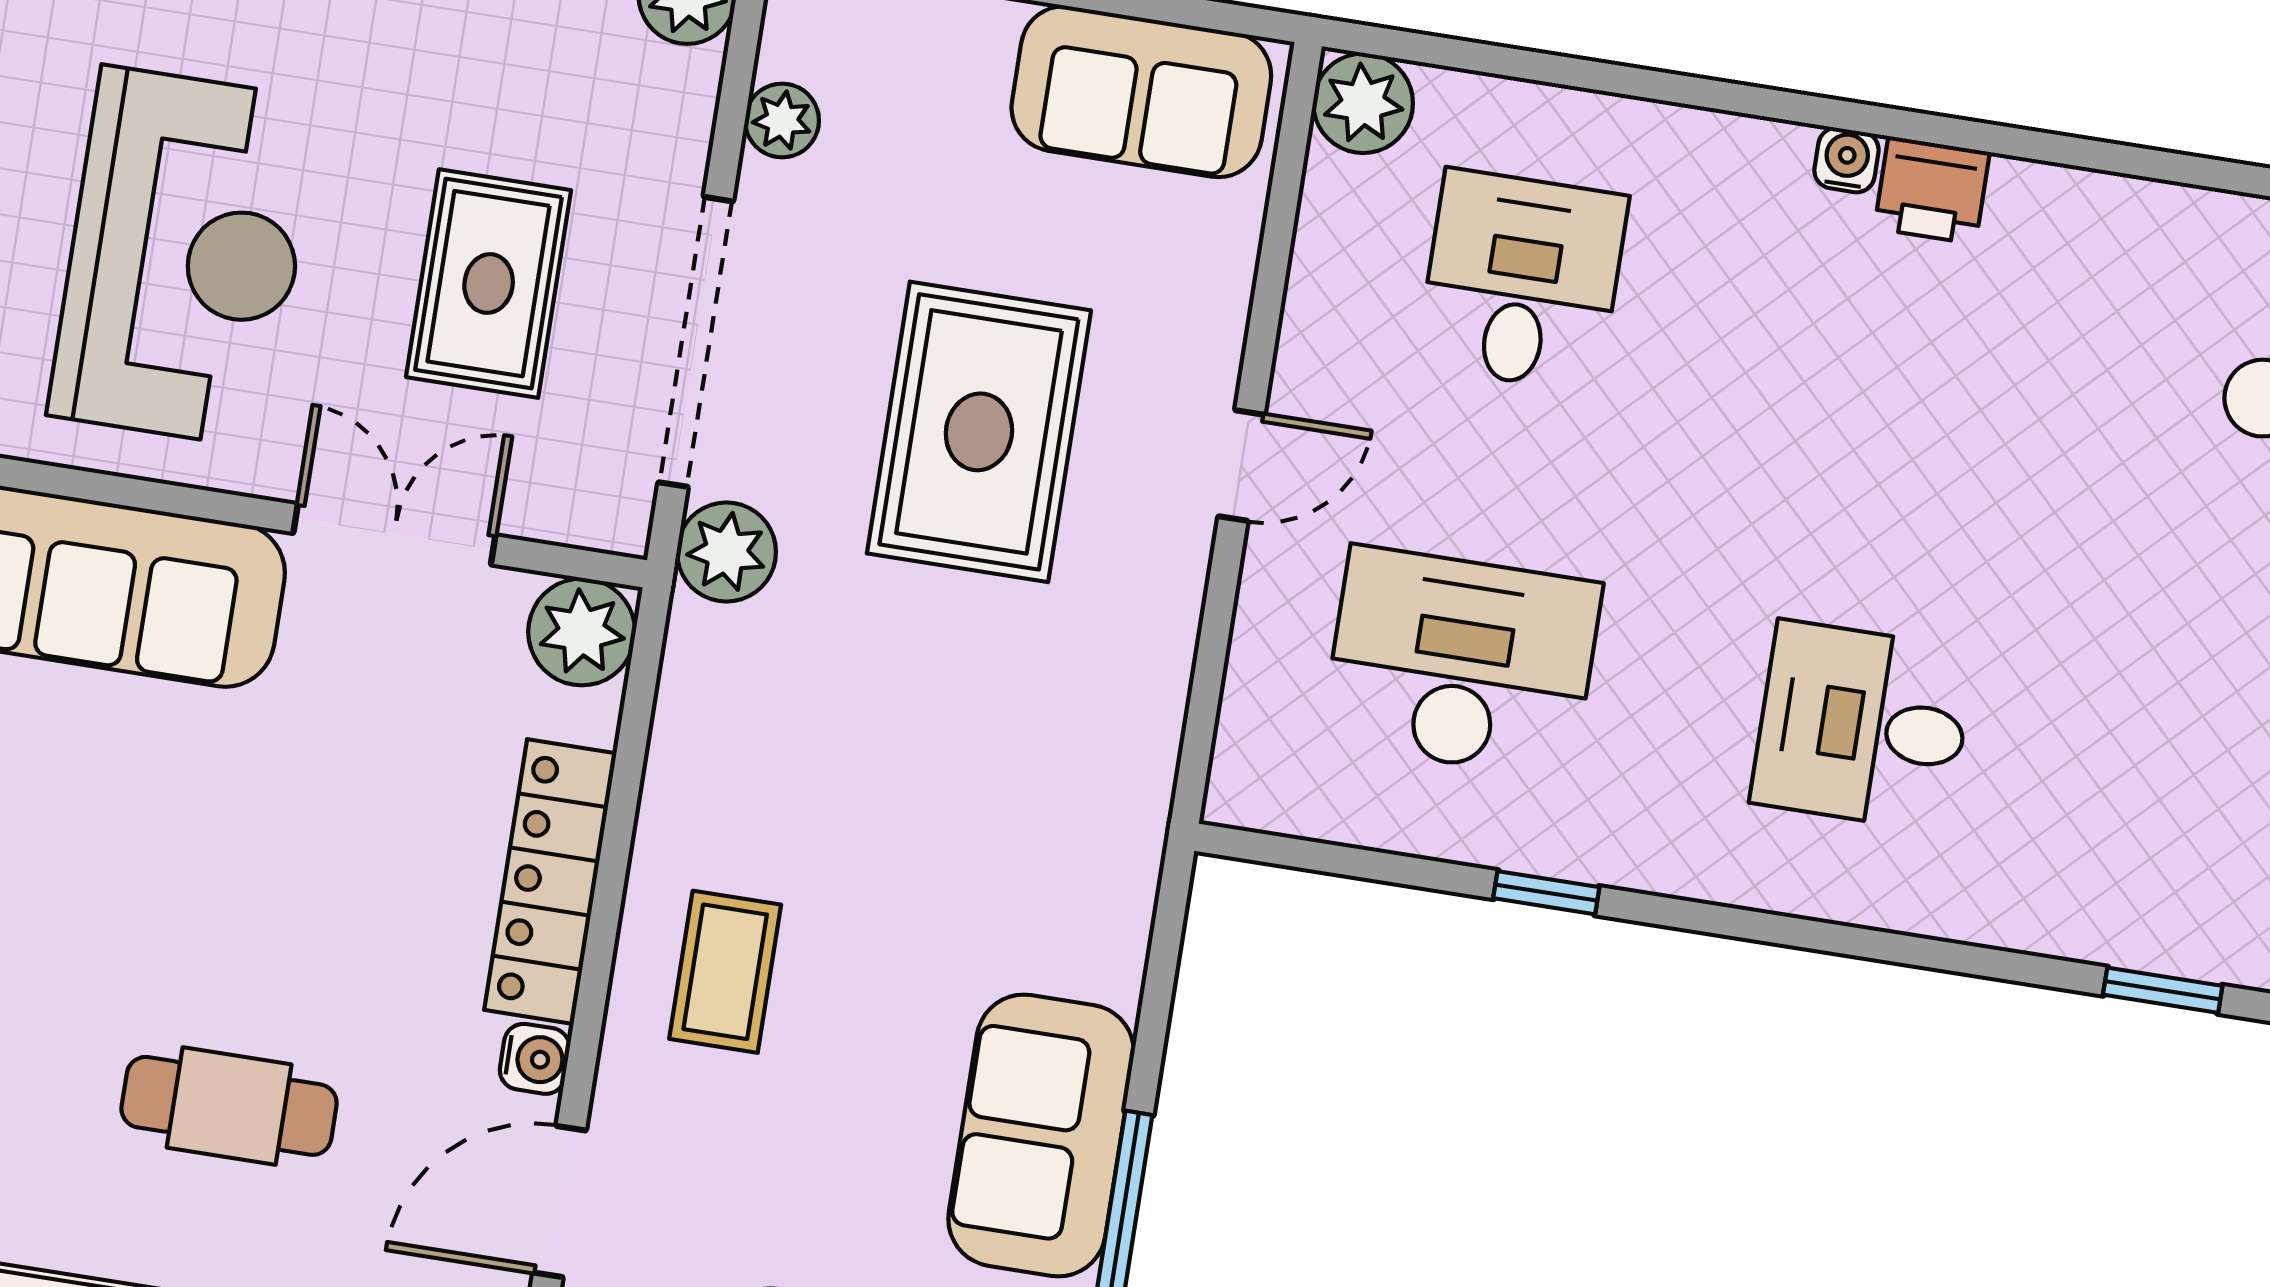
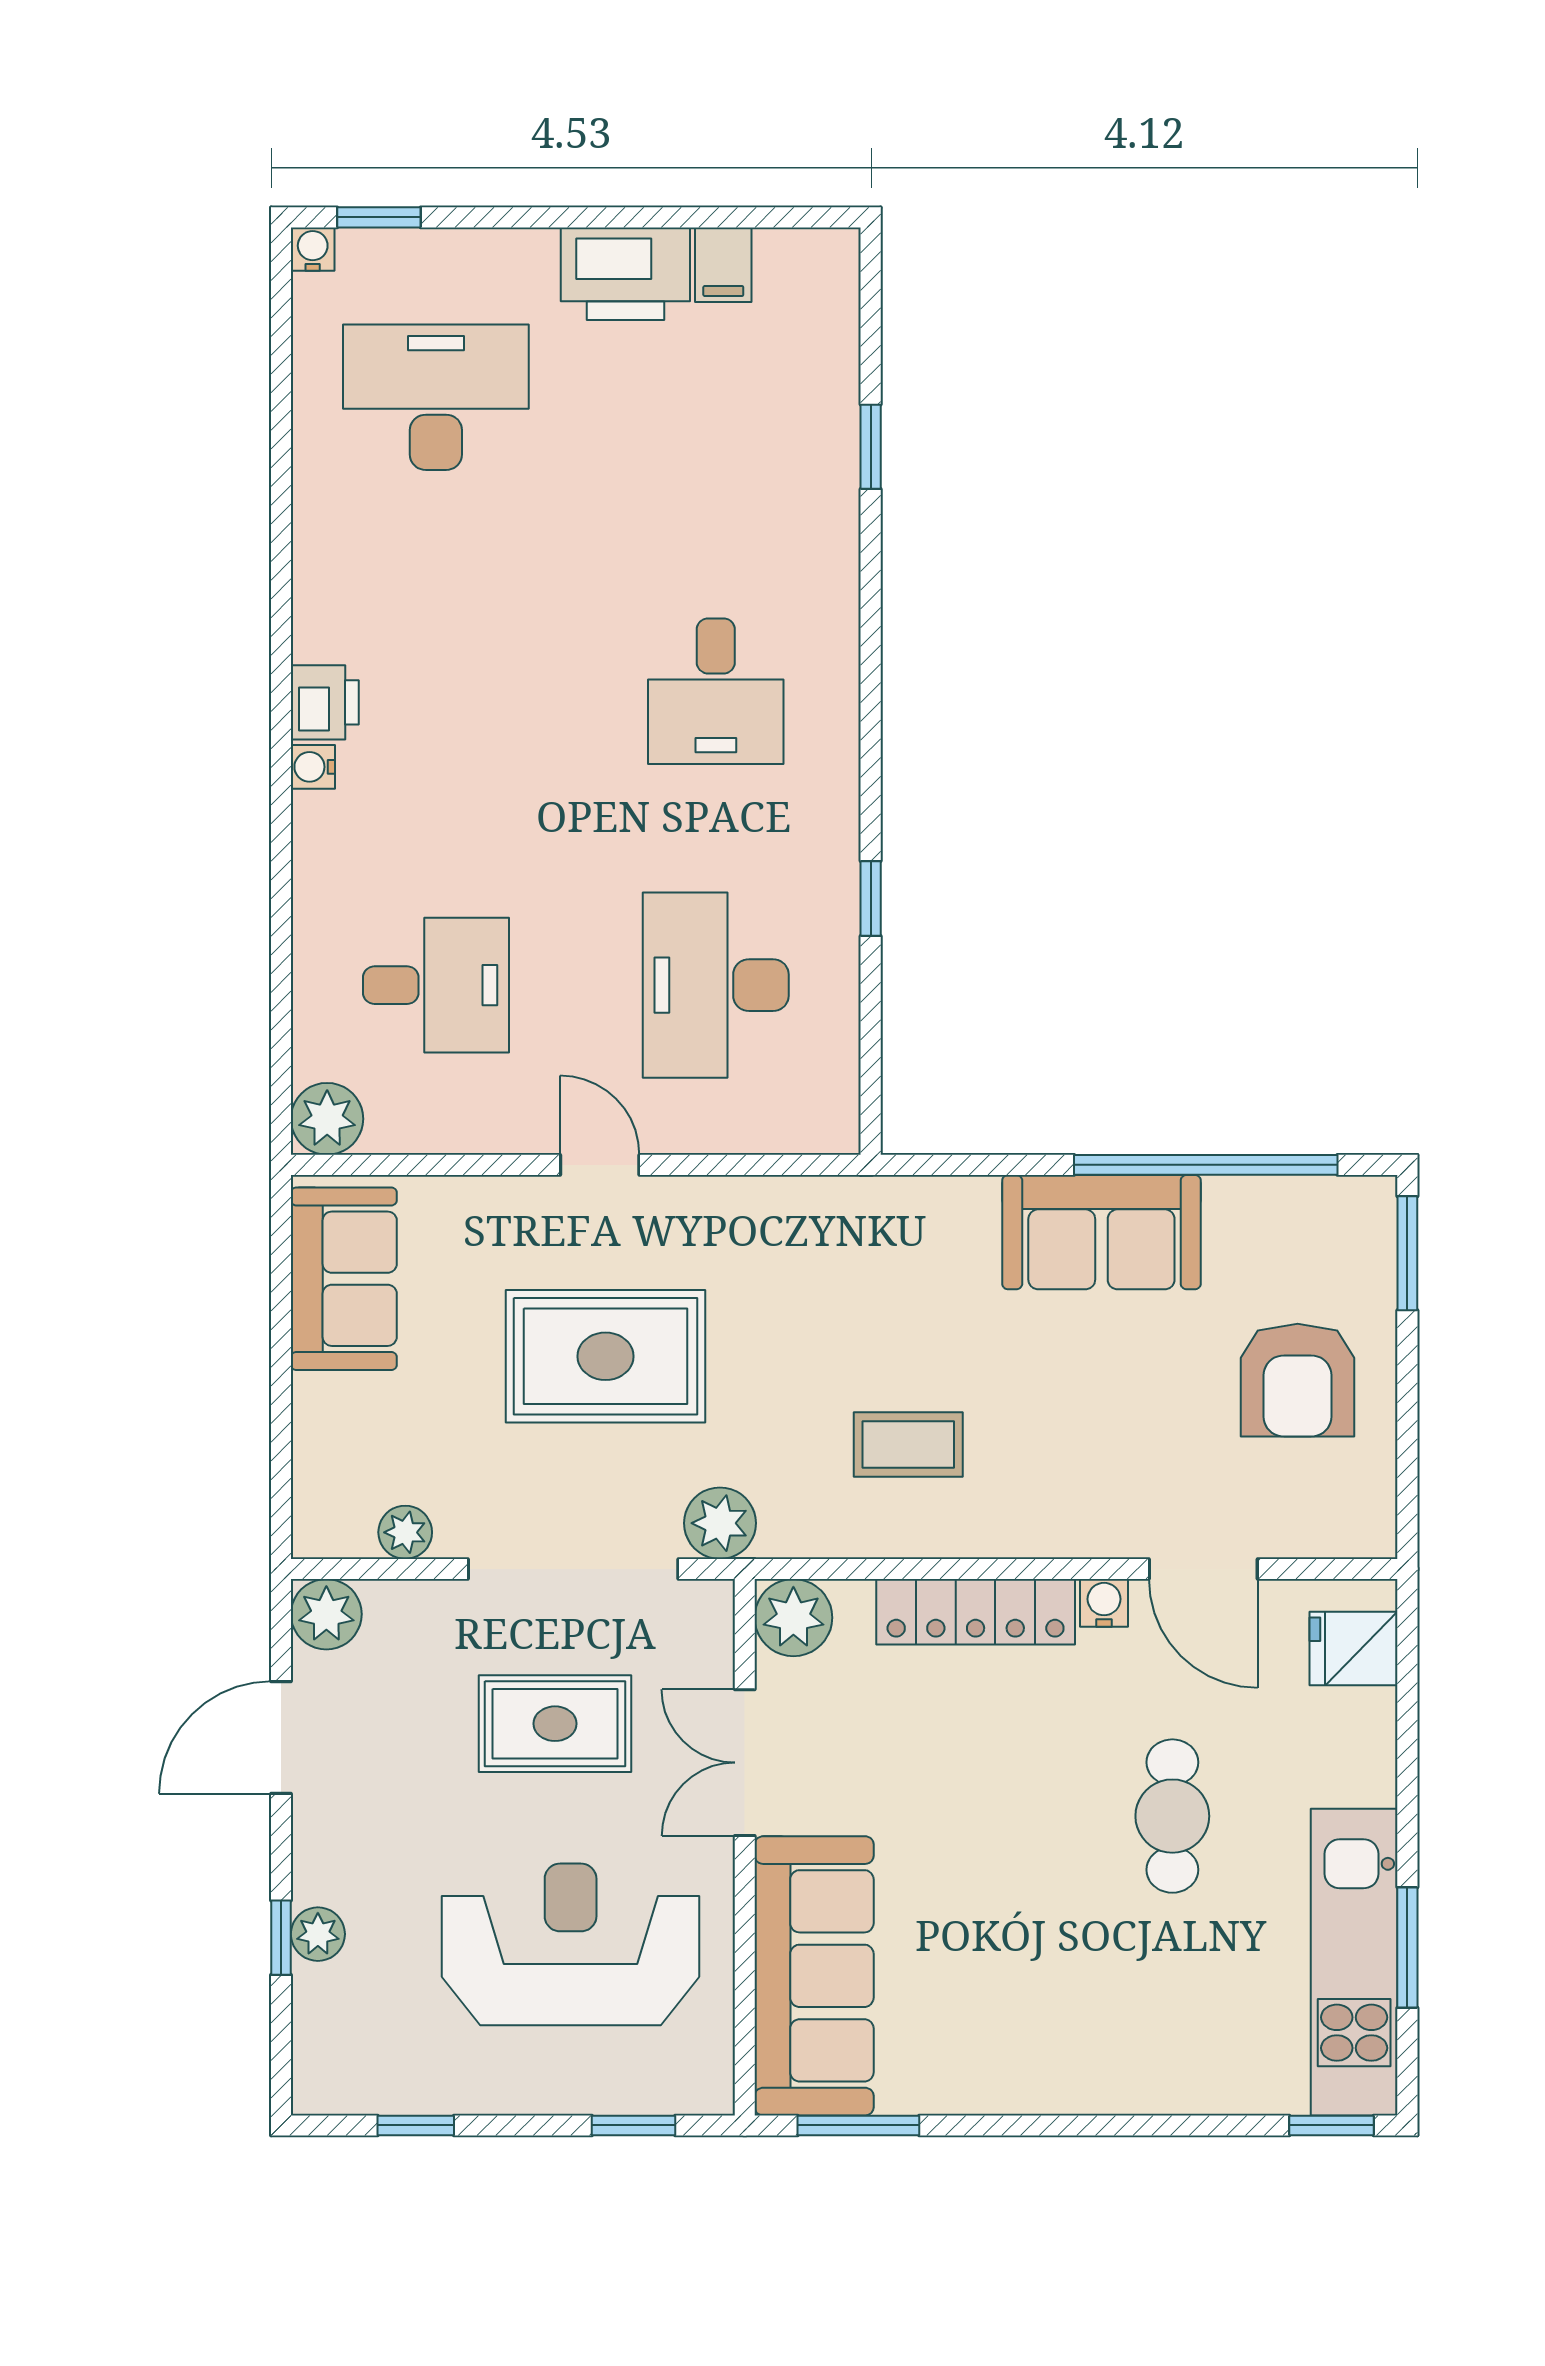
desk: (1522, 281) -> (436, 985), turned 180
coffee table: (725, 972) -> (908, 1445), moved

